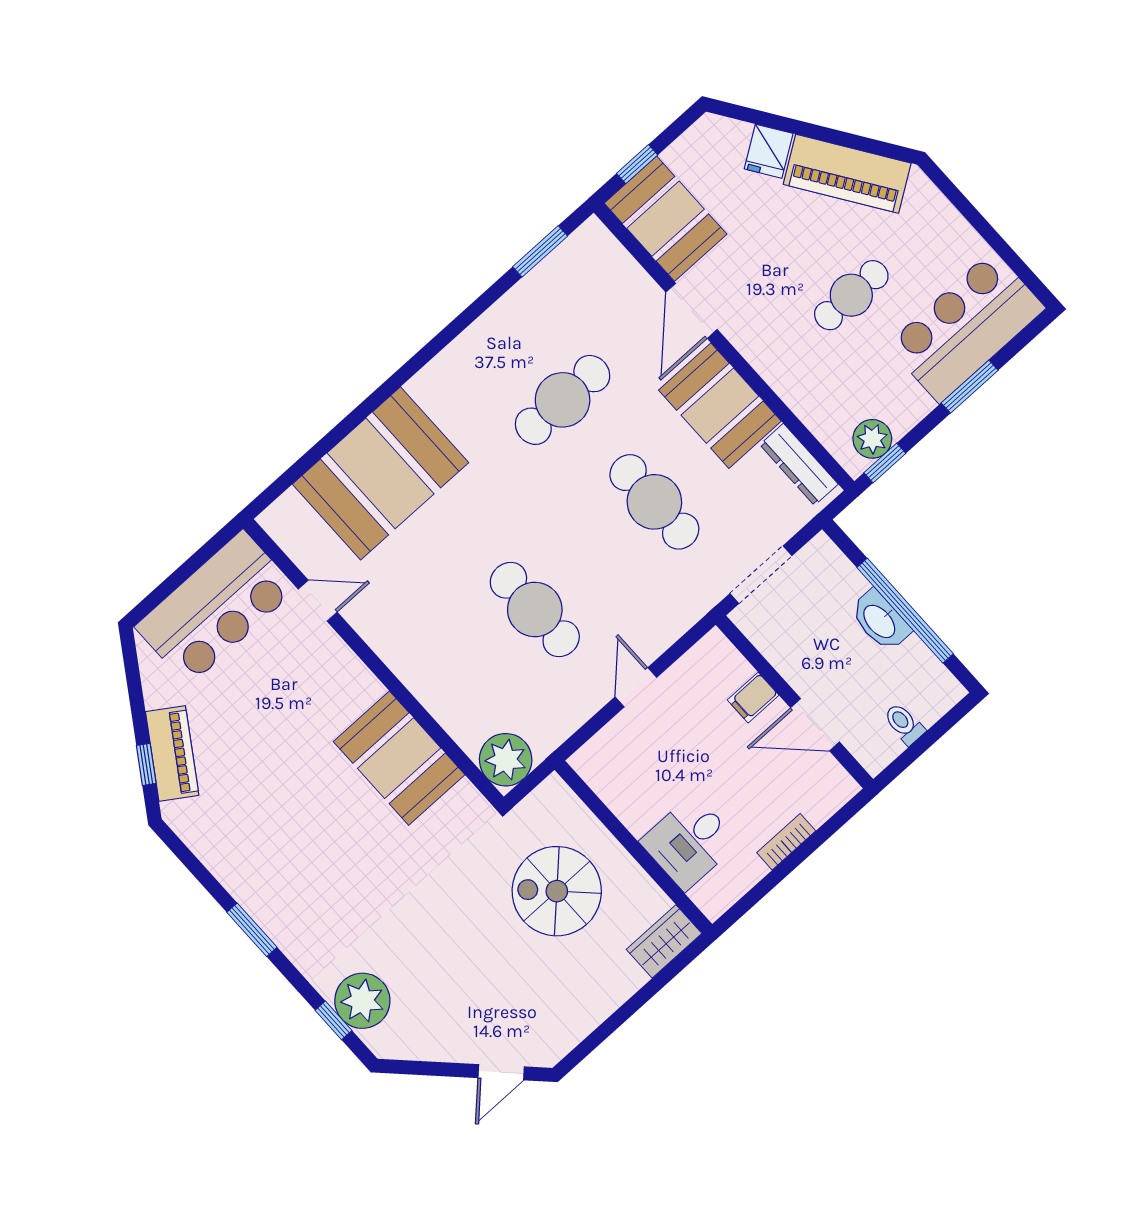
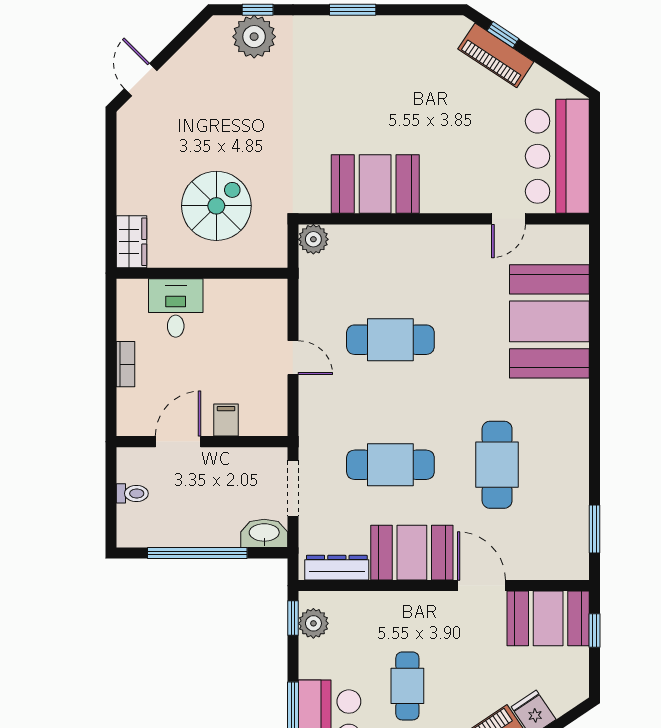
washbasin: (880, 621) -> (264, 533), moved
plant: (506, 760) -> (313, 239), width x0.73, depth x0.73

